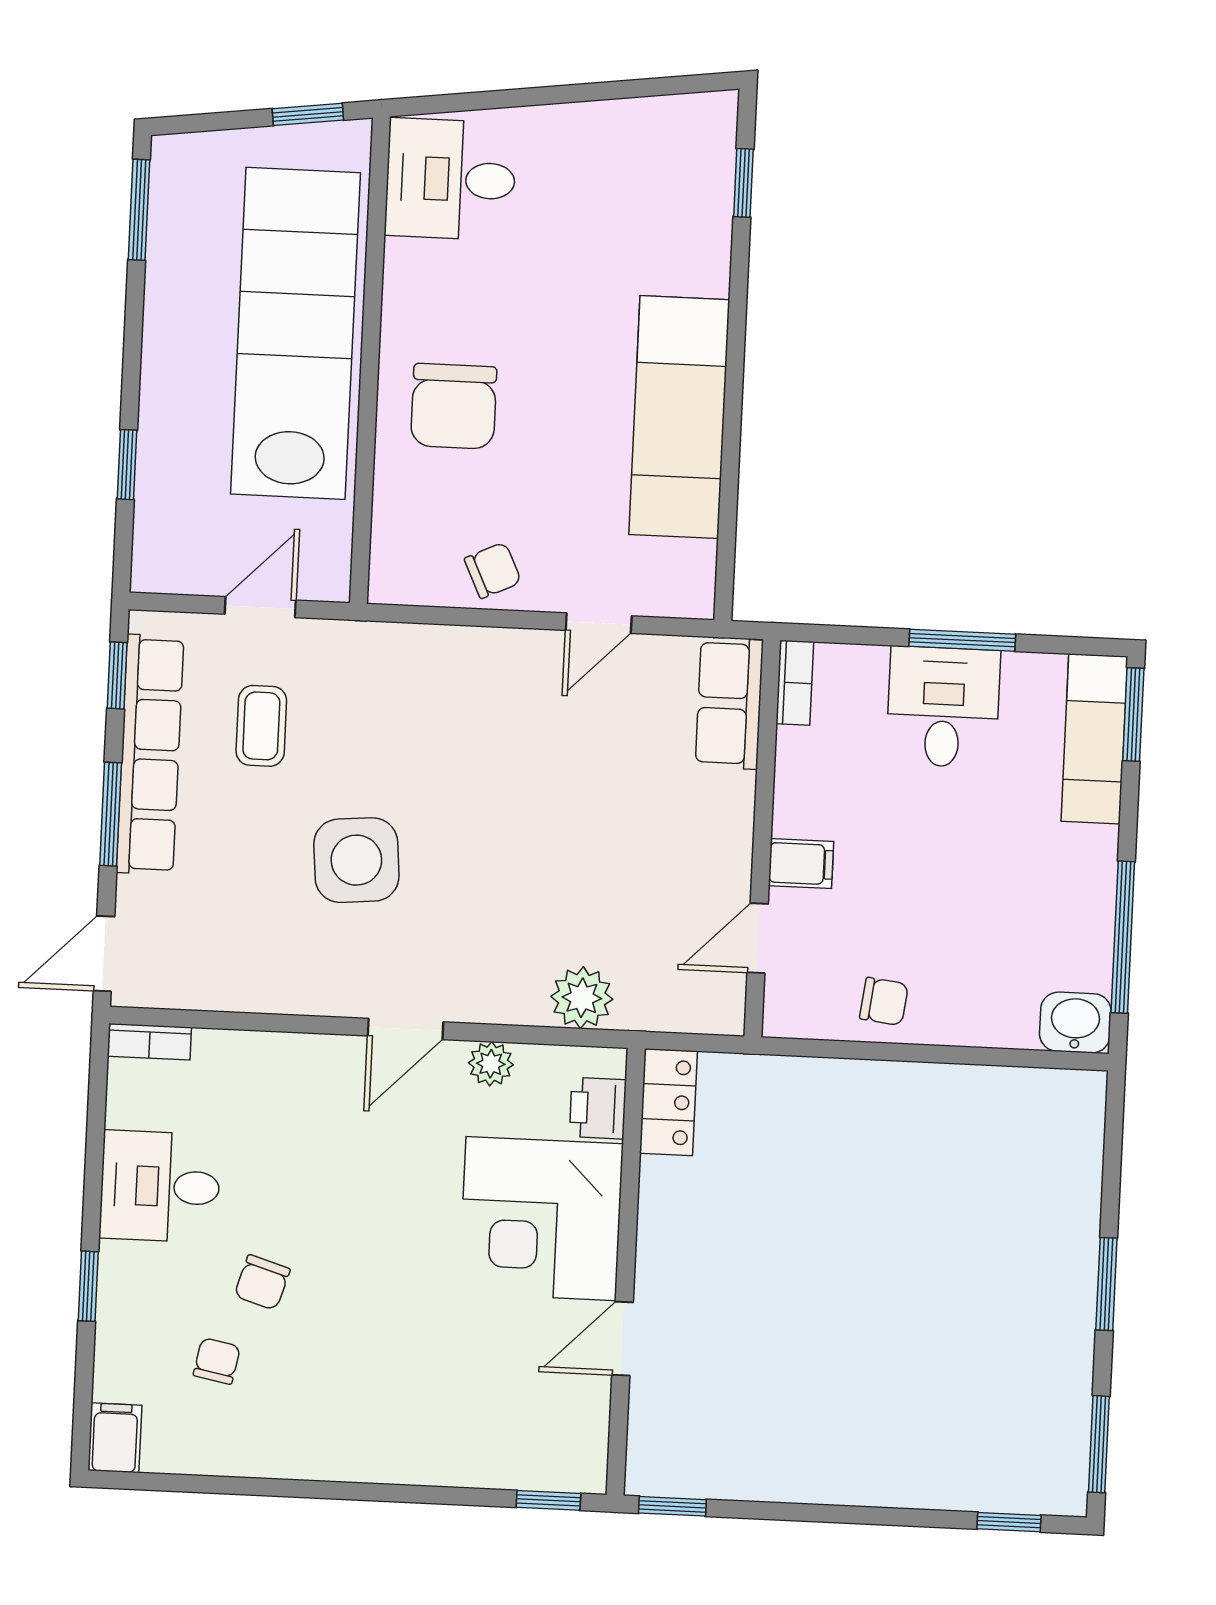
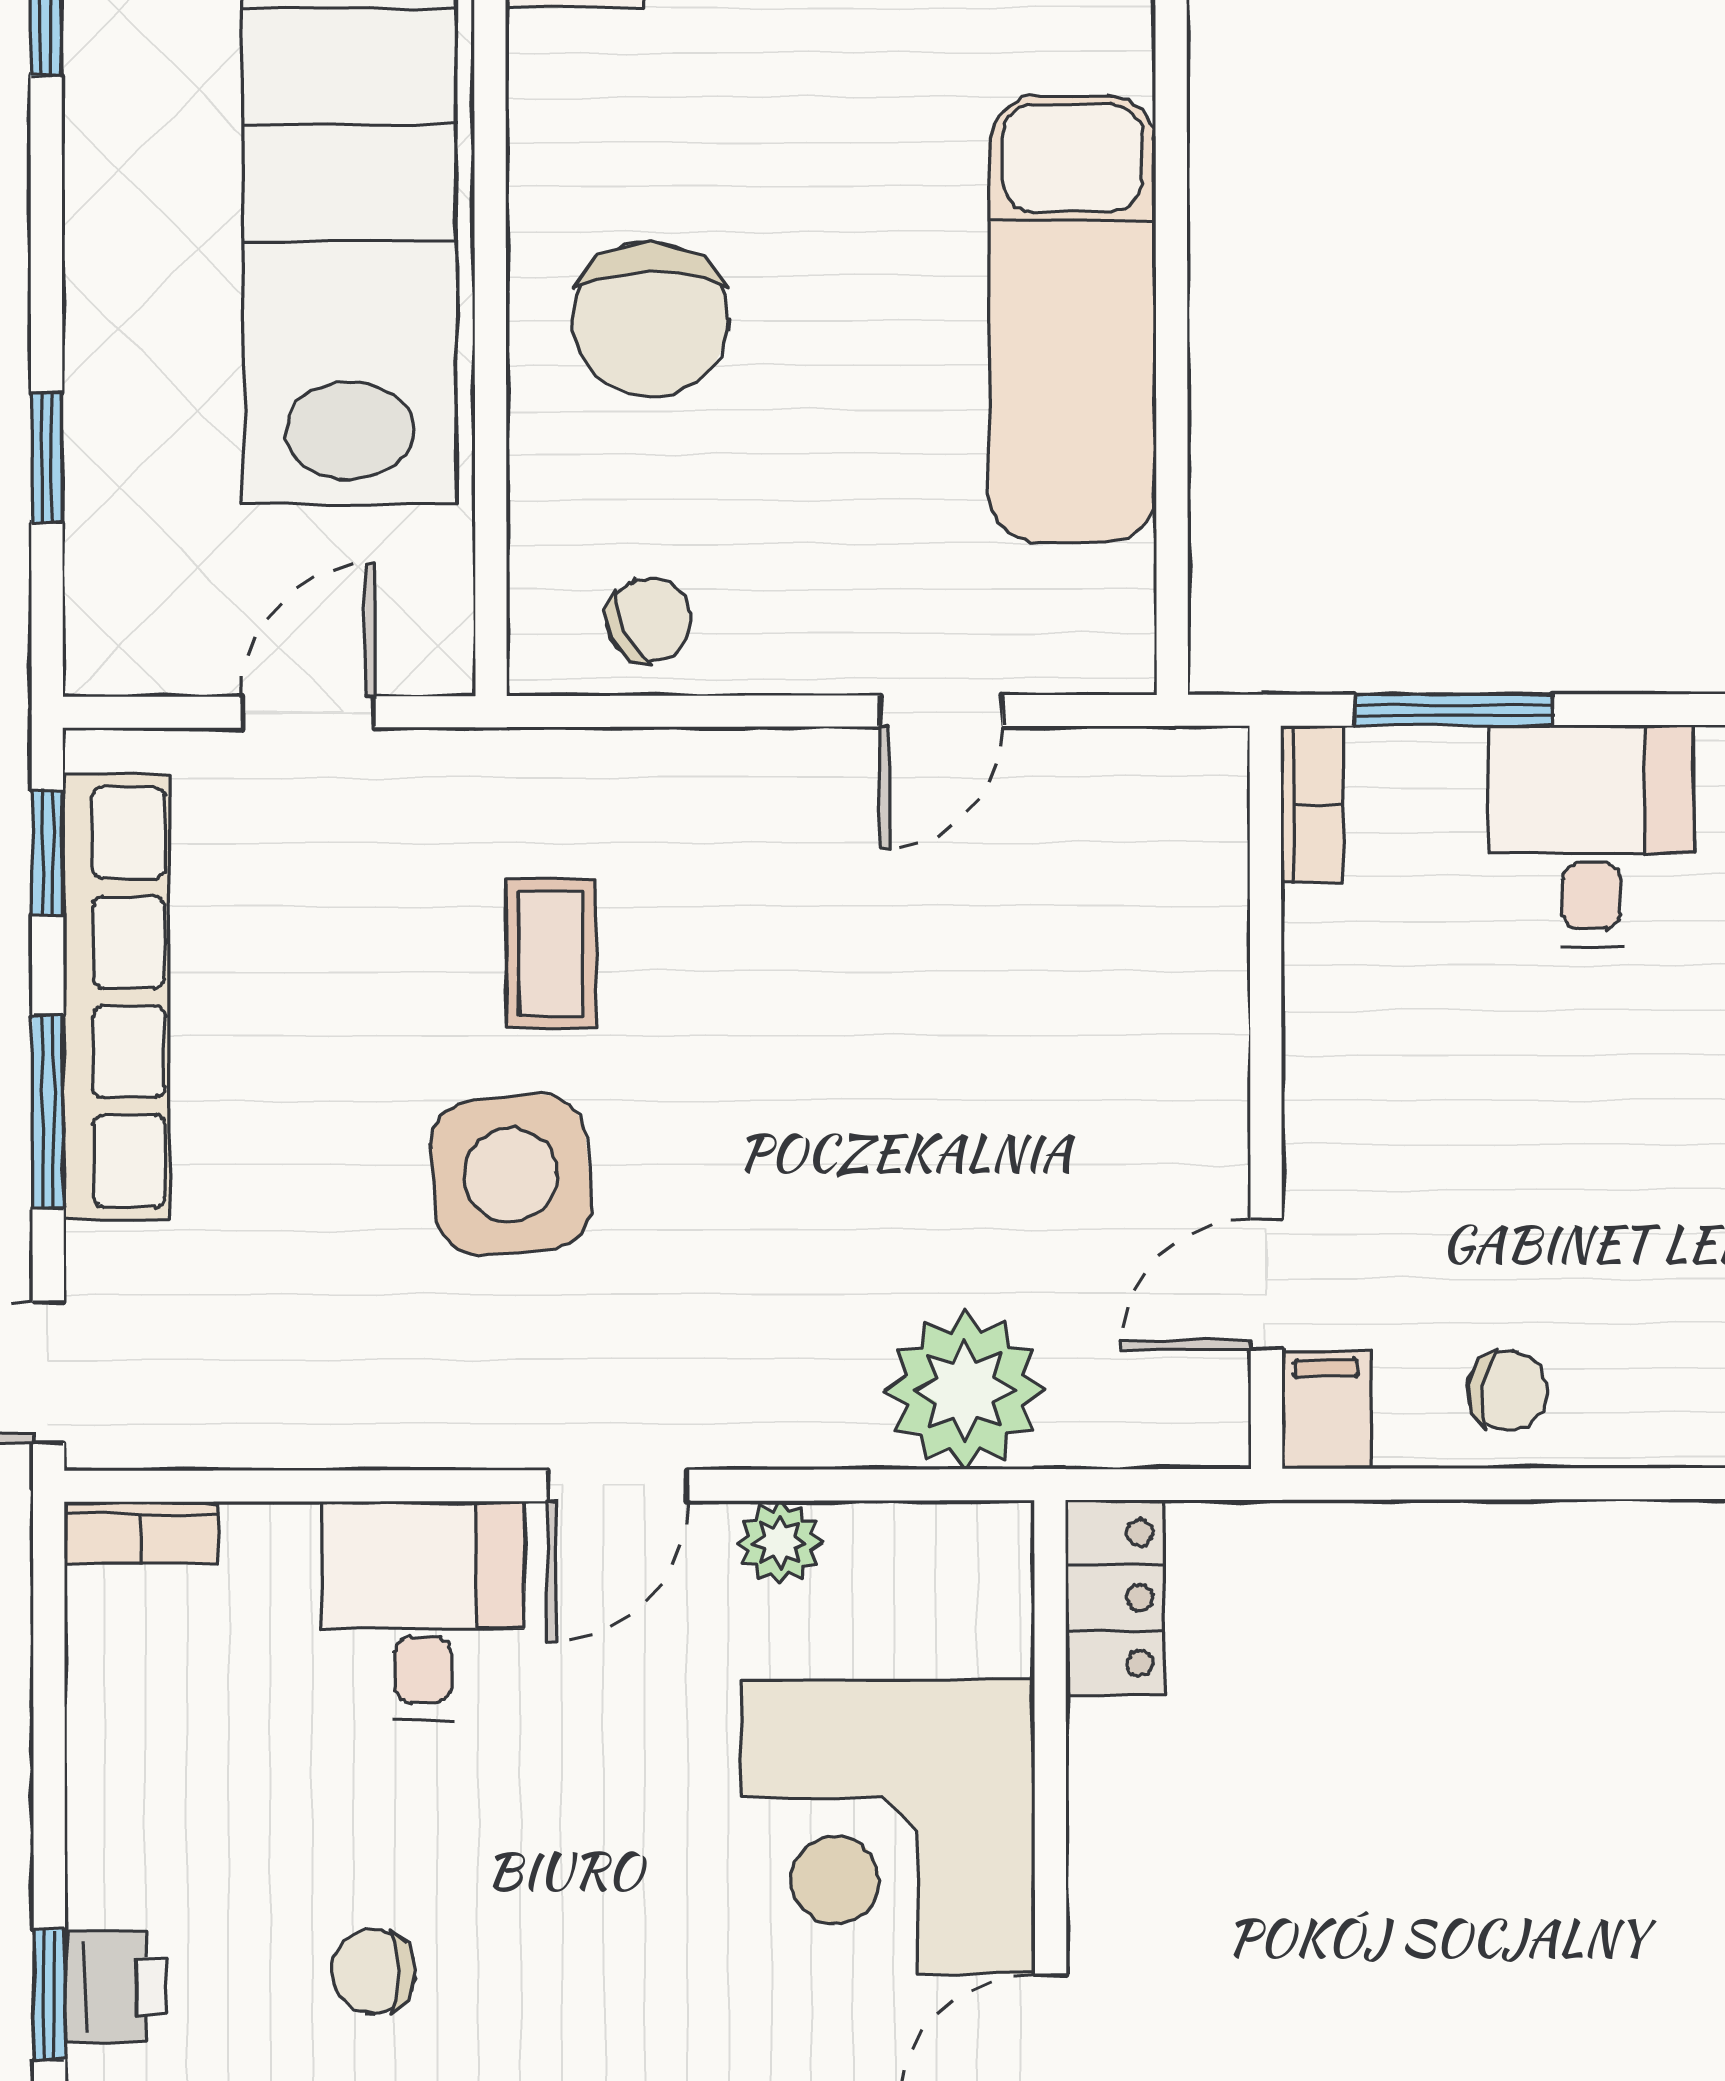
chair: (493, 570) -> (648, 620), moved
window: (962, 640) -> (1454, 710), moved
row of seats: (729, 703) -> (1192, 849), removed
coffee table: (261, 726) -> (551, 954), moved
filing cabinet: (801, 864) -> (1326, 1410), moved, turned -90
plant: (582, 998) -> (965, 1390), width x1.36, depth x1.36
printer: (598, 1108) -> (116, 1986), moved, turned 180
desk: (160, 1186) -> (423, 1611), moved, turned 90
chair: (262, 1282) -> (373, 1971), turned 73

